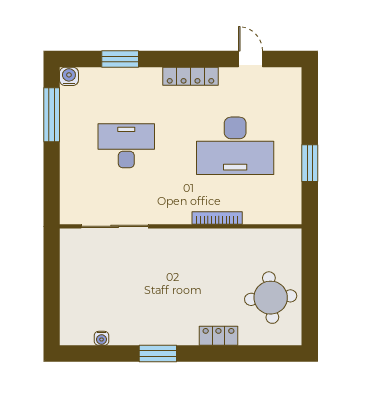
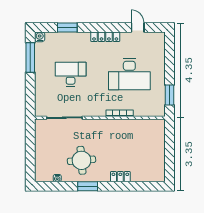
window: (310, 163) -> (170, 95), moved
round table: (271, 298) -> (81, 160), moved

